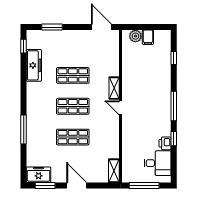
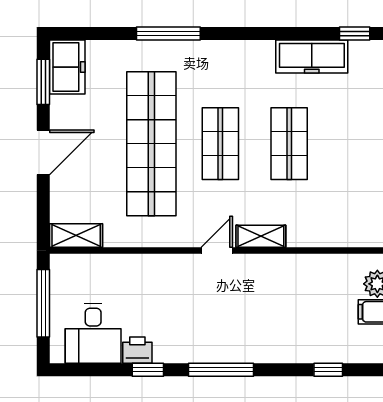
shop shelf: (73, 137) -> (151, 144), width x2.00, depth x1.36

